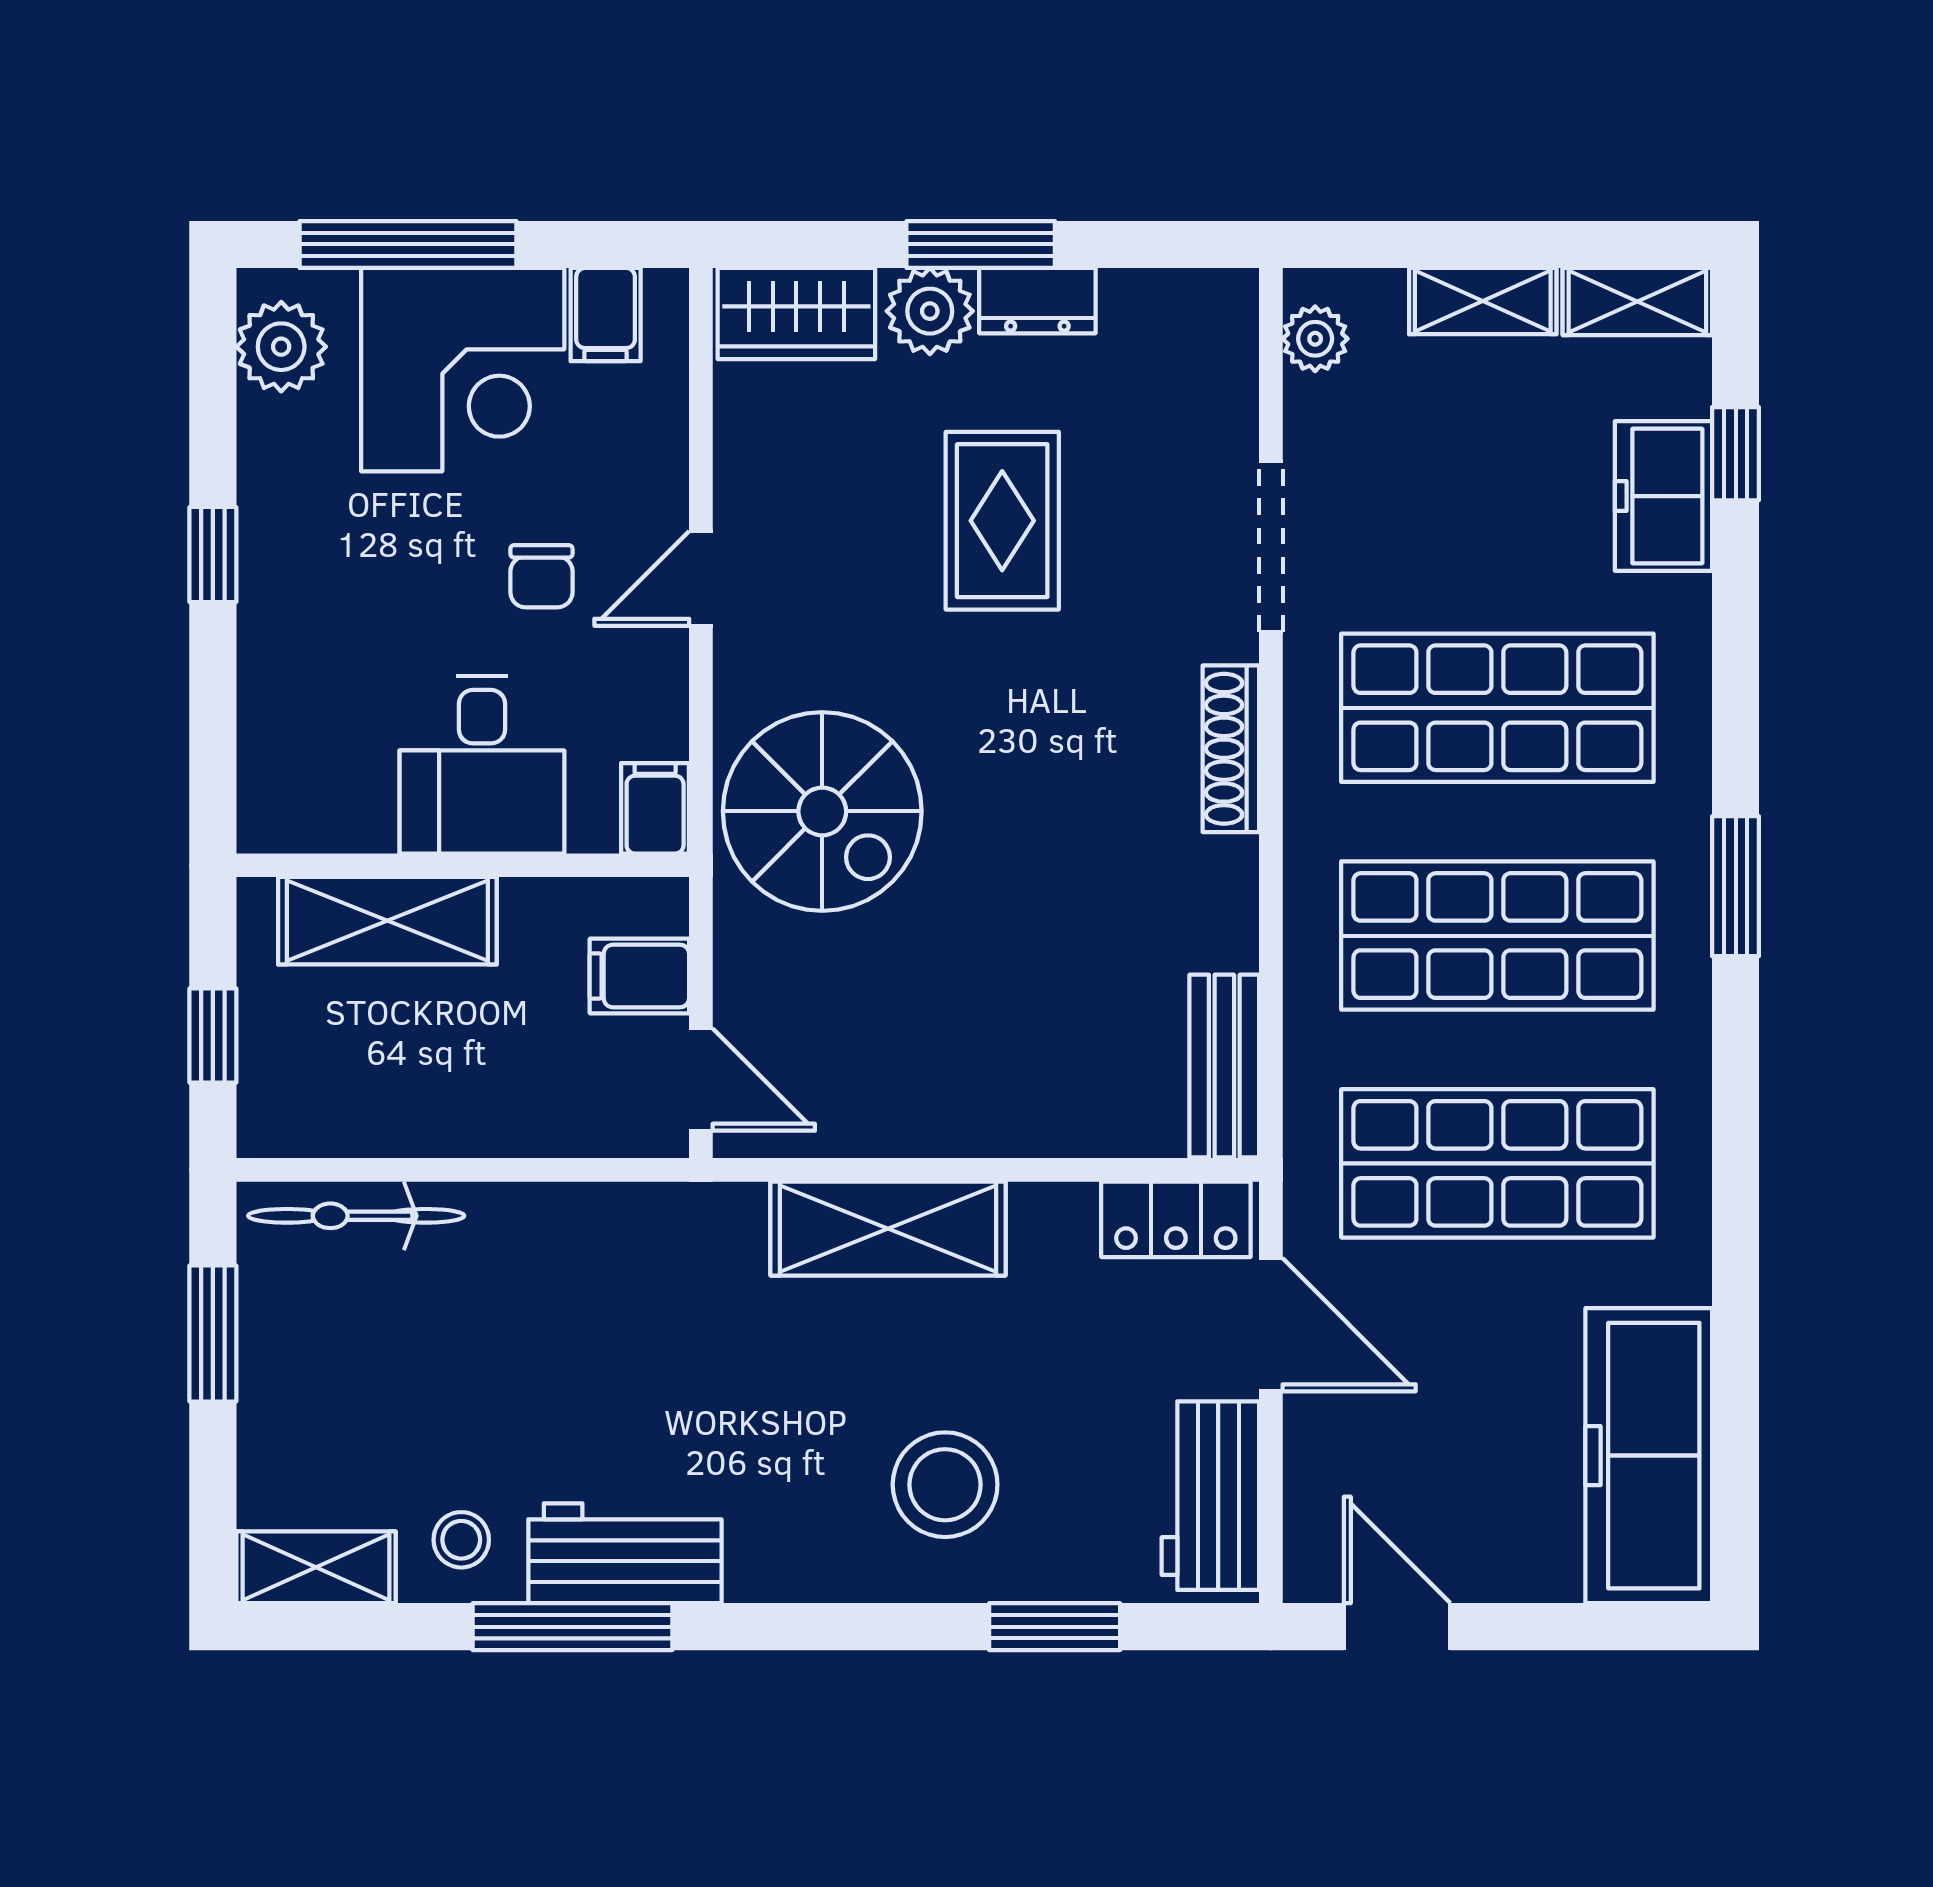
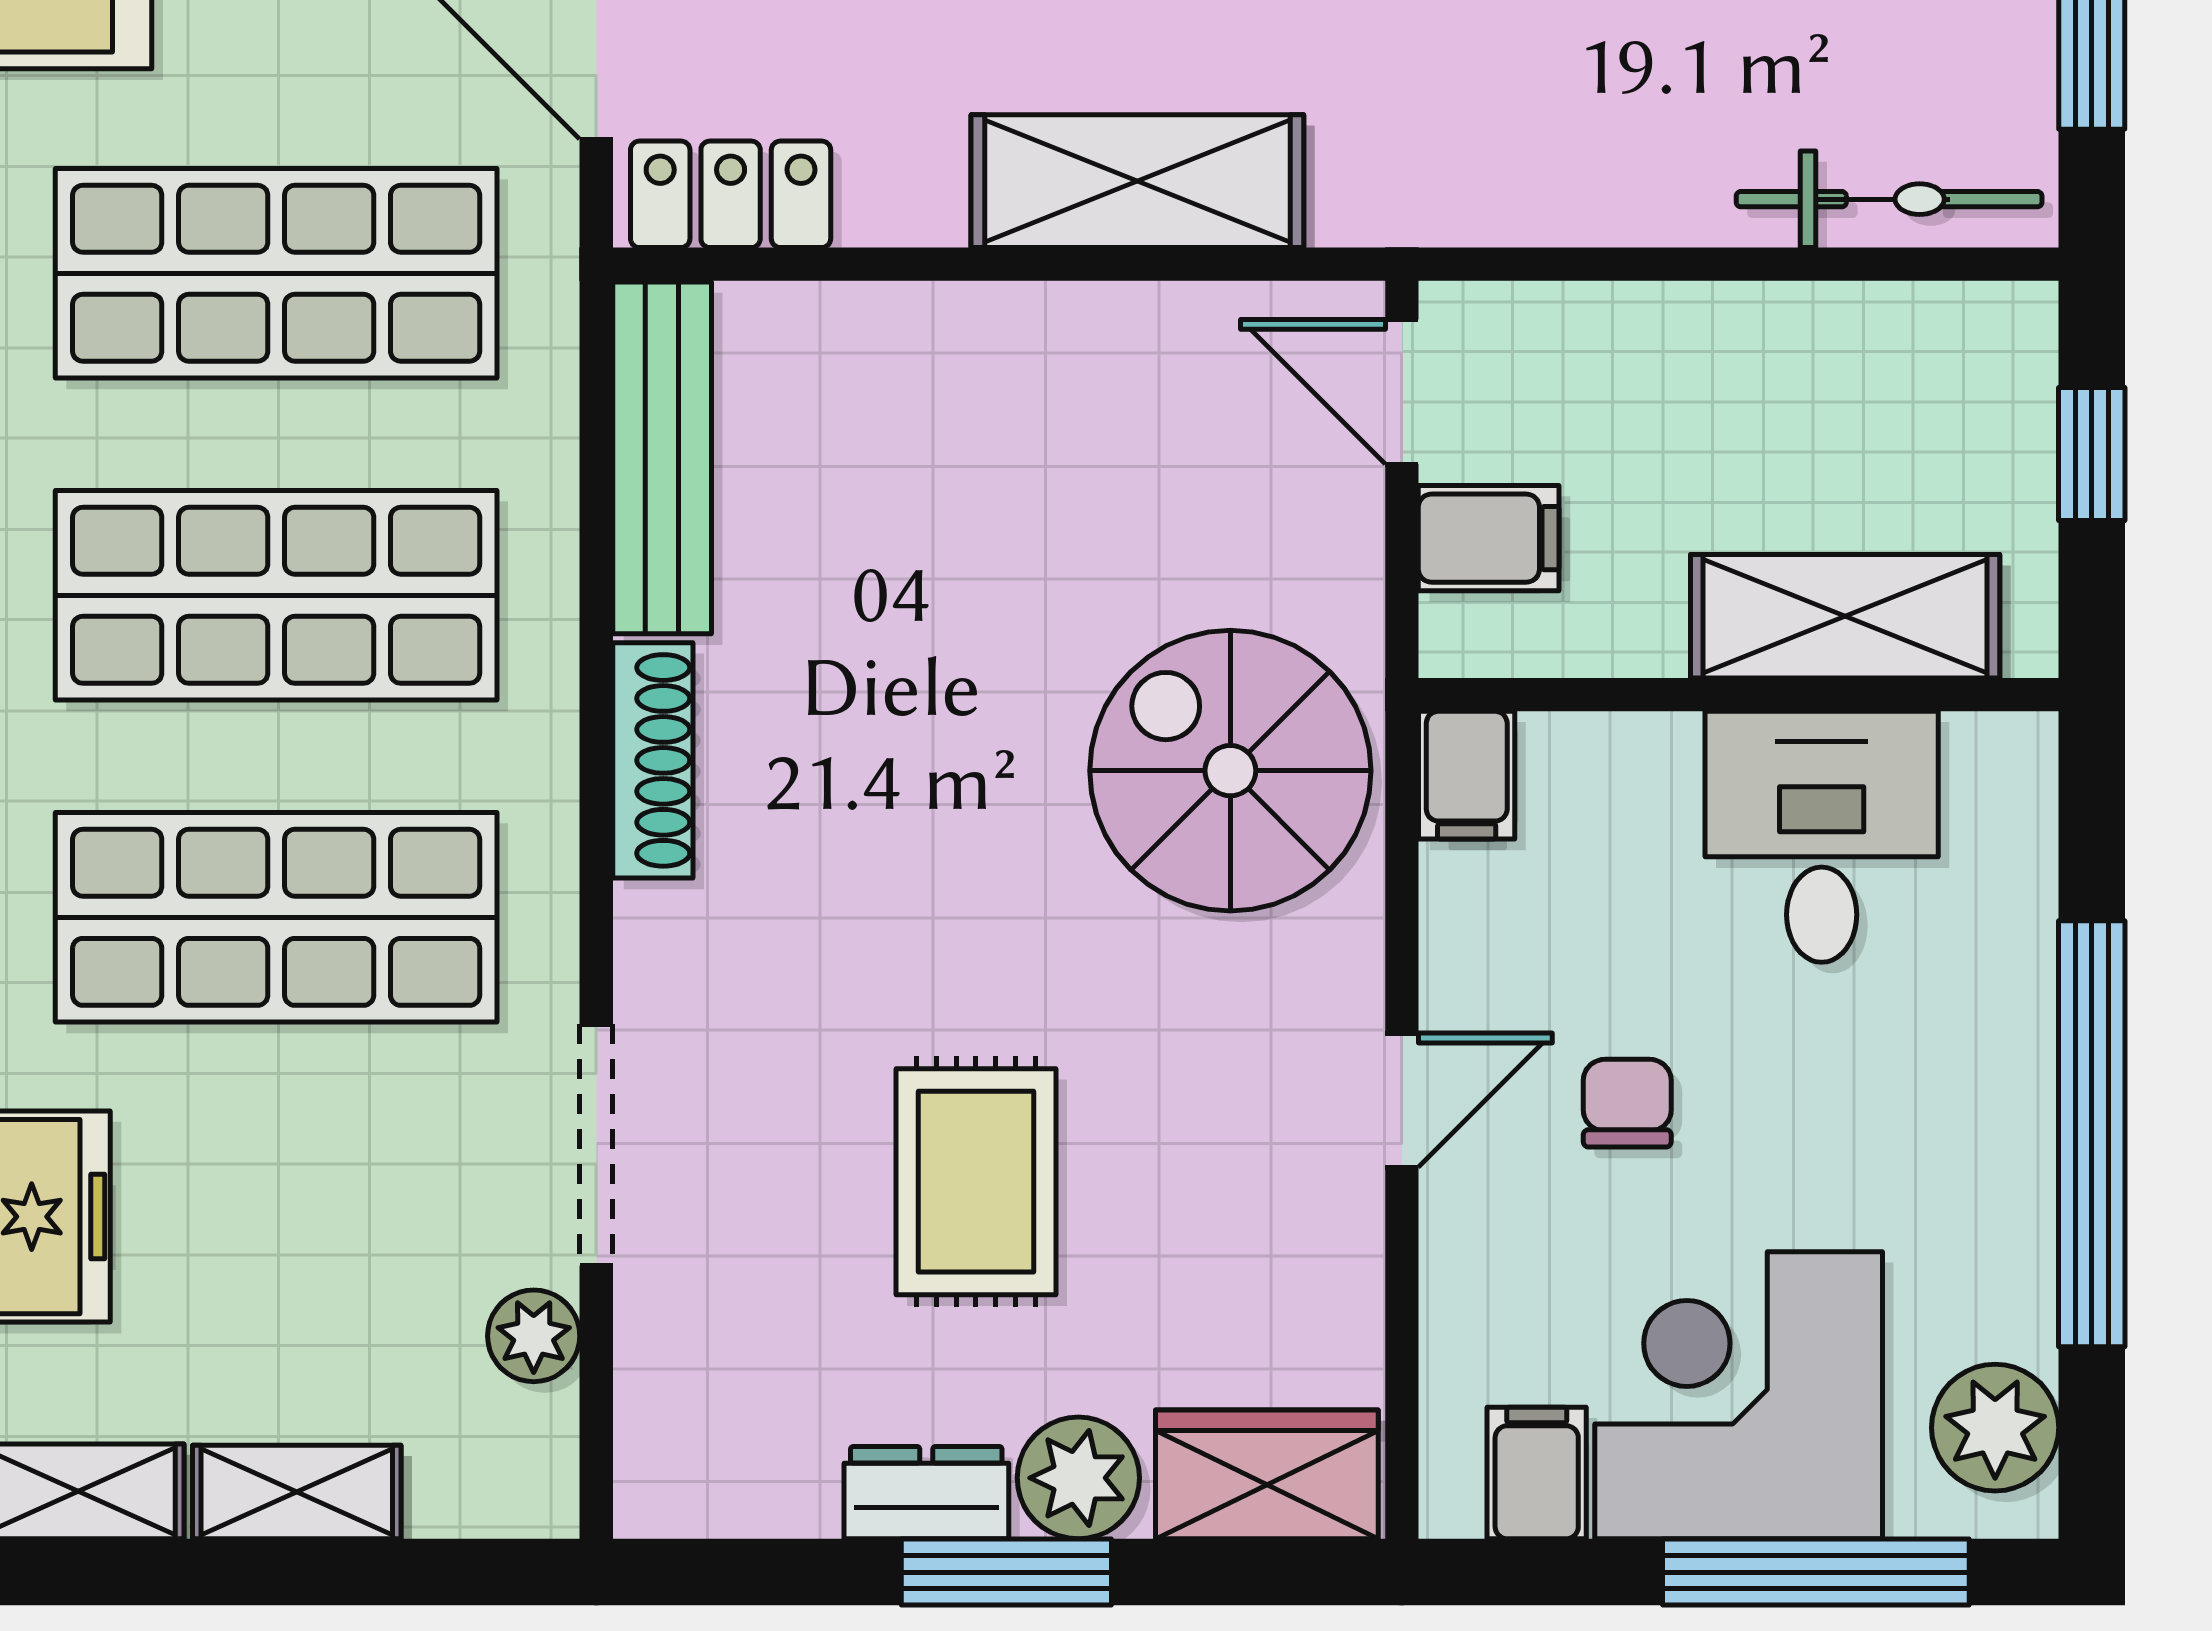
plant: (1315, 339) -> (534, 1336), moved
window: (213, 555) -> (2092, 1134), width x3.17
shoe rack: (1231, 749) -> (653, 760), moved
desk: (482, 765) -> (1822, 837), moved
bench: (1224, 1066) -> (662, 458), width x1.36

